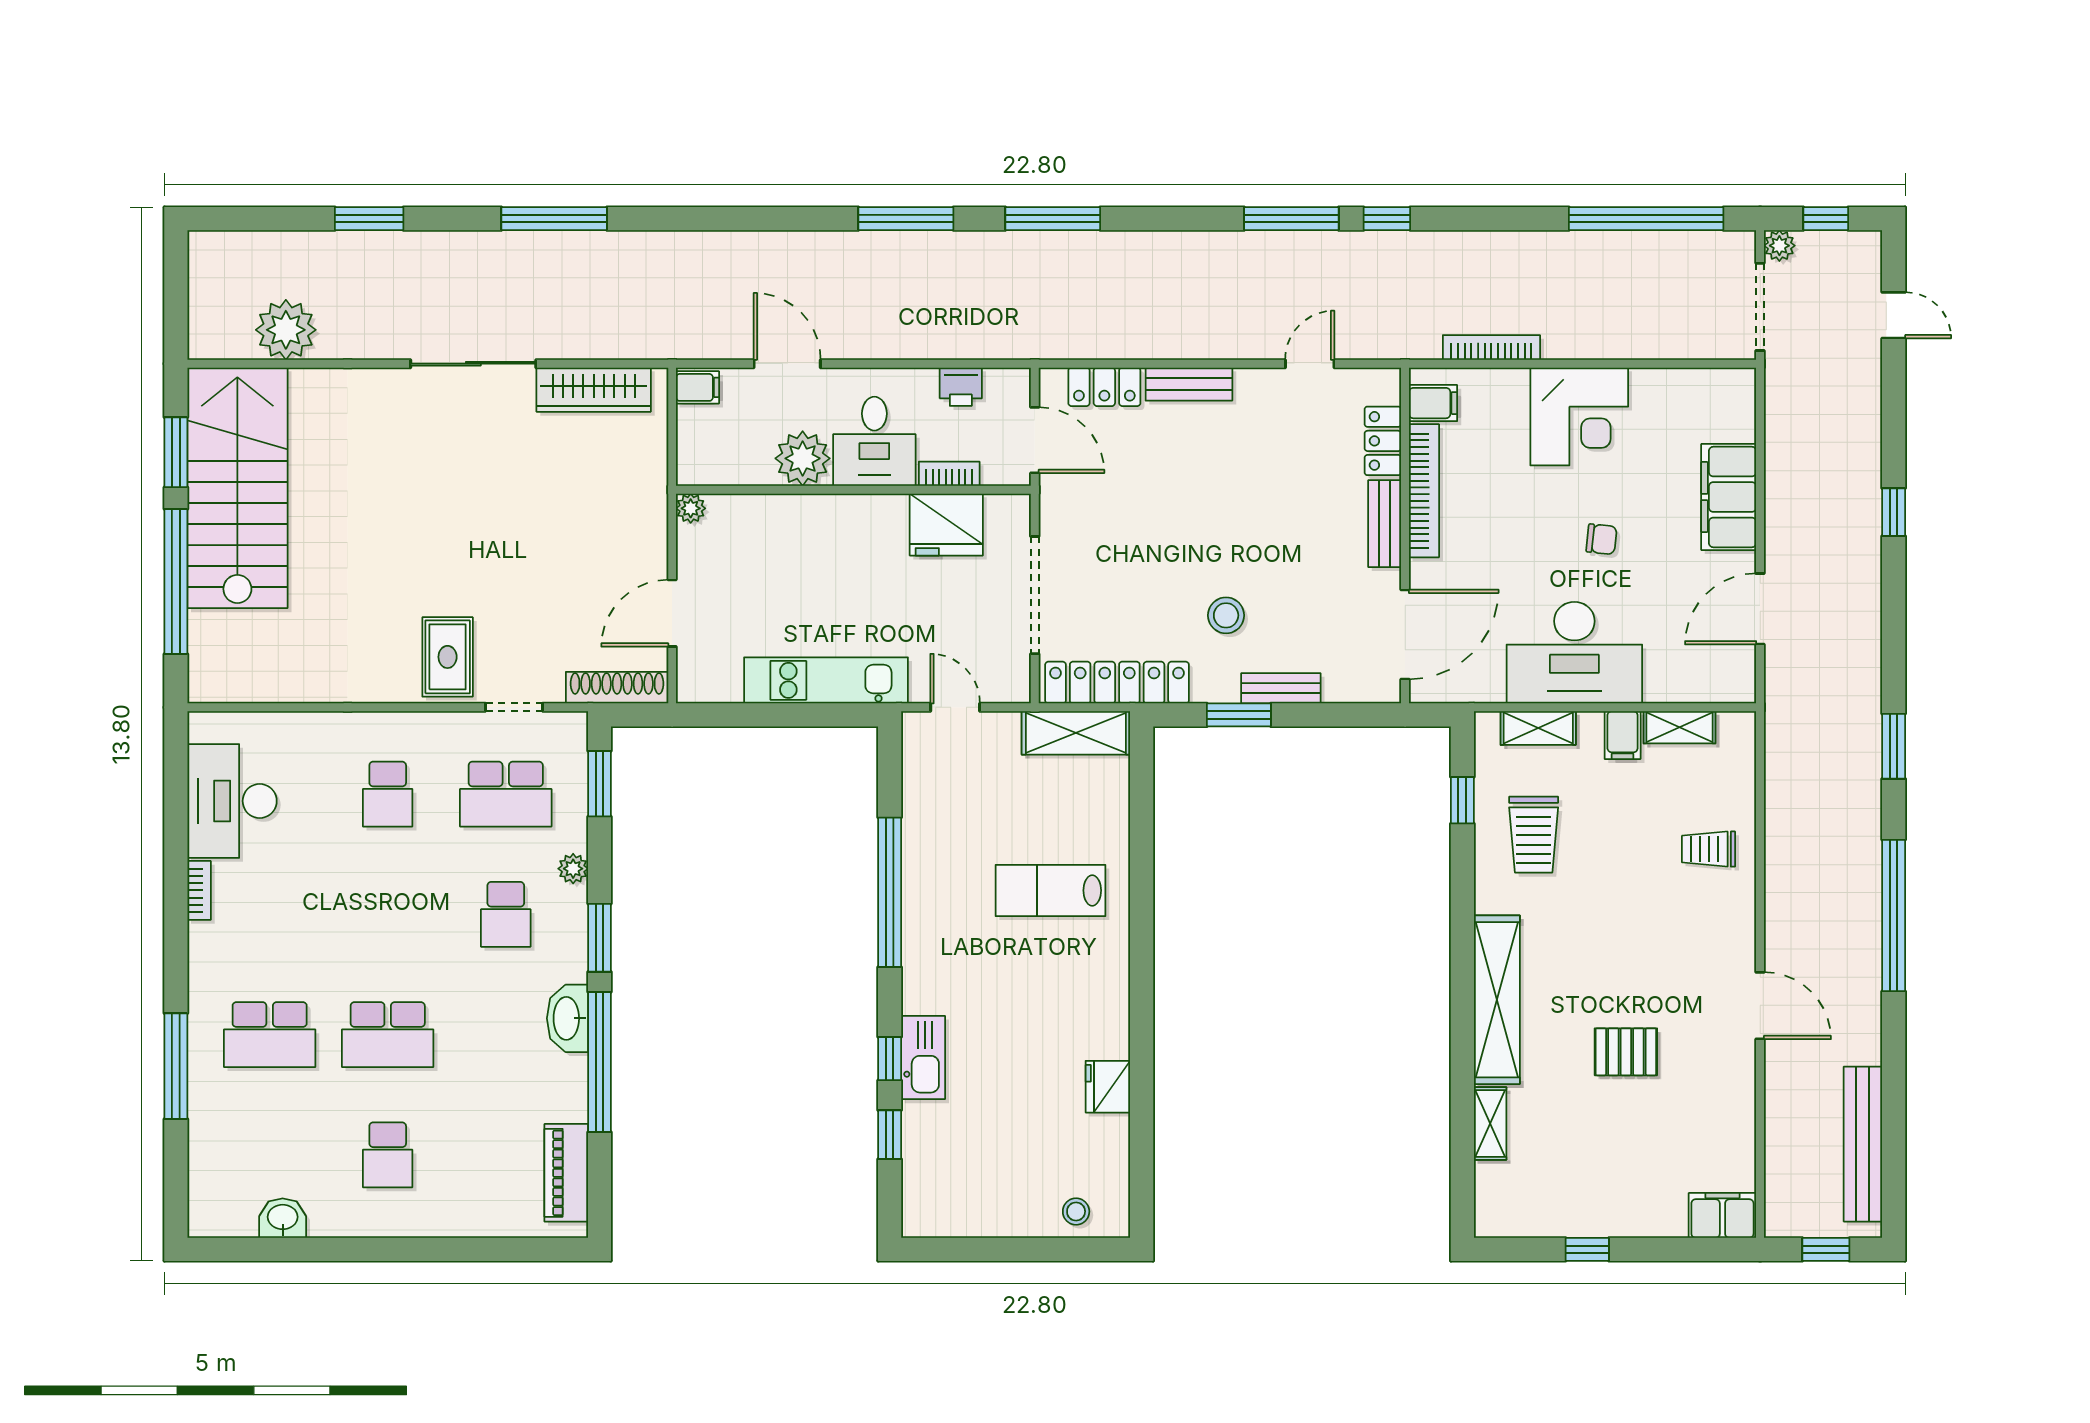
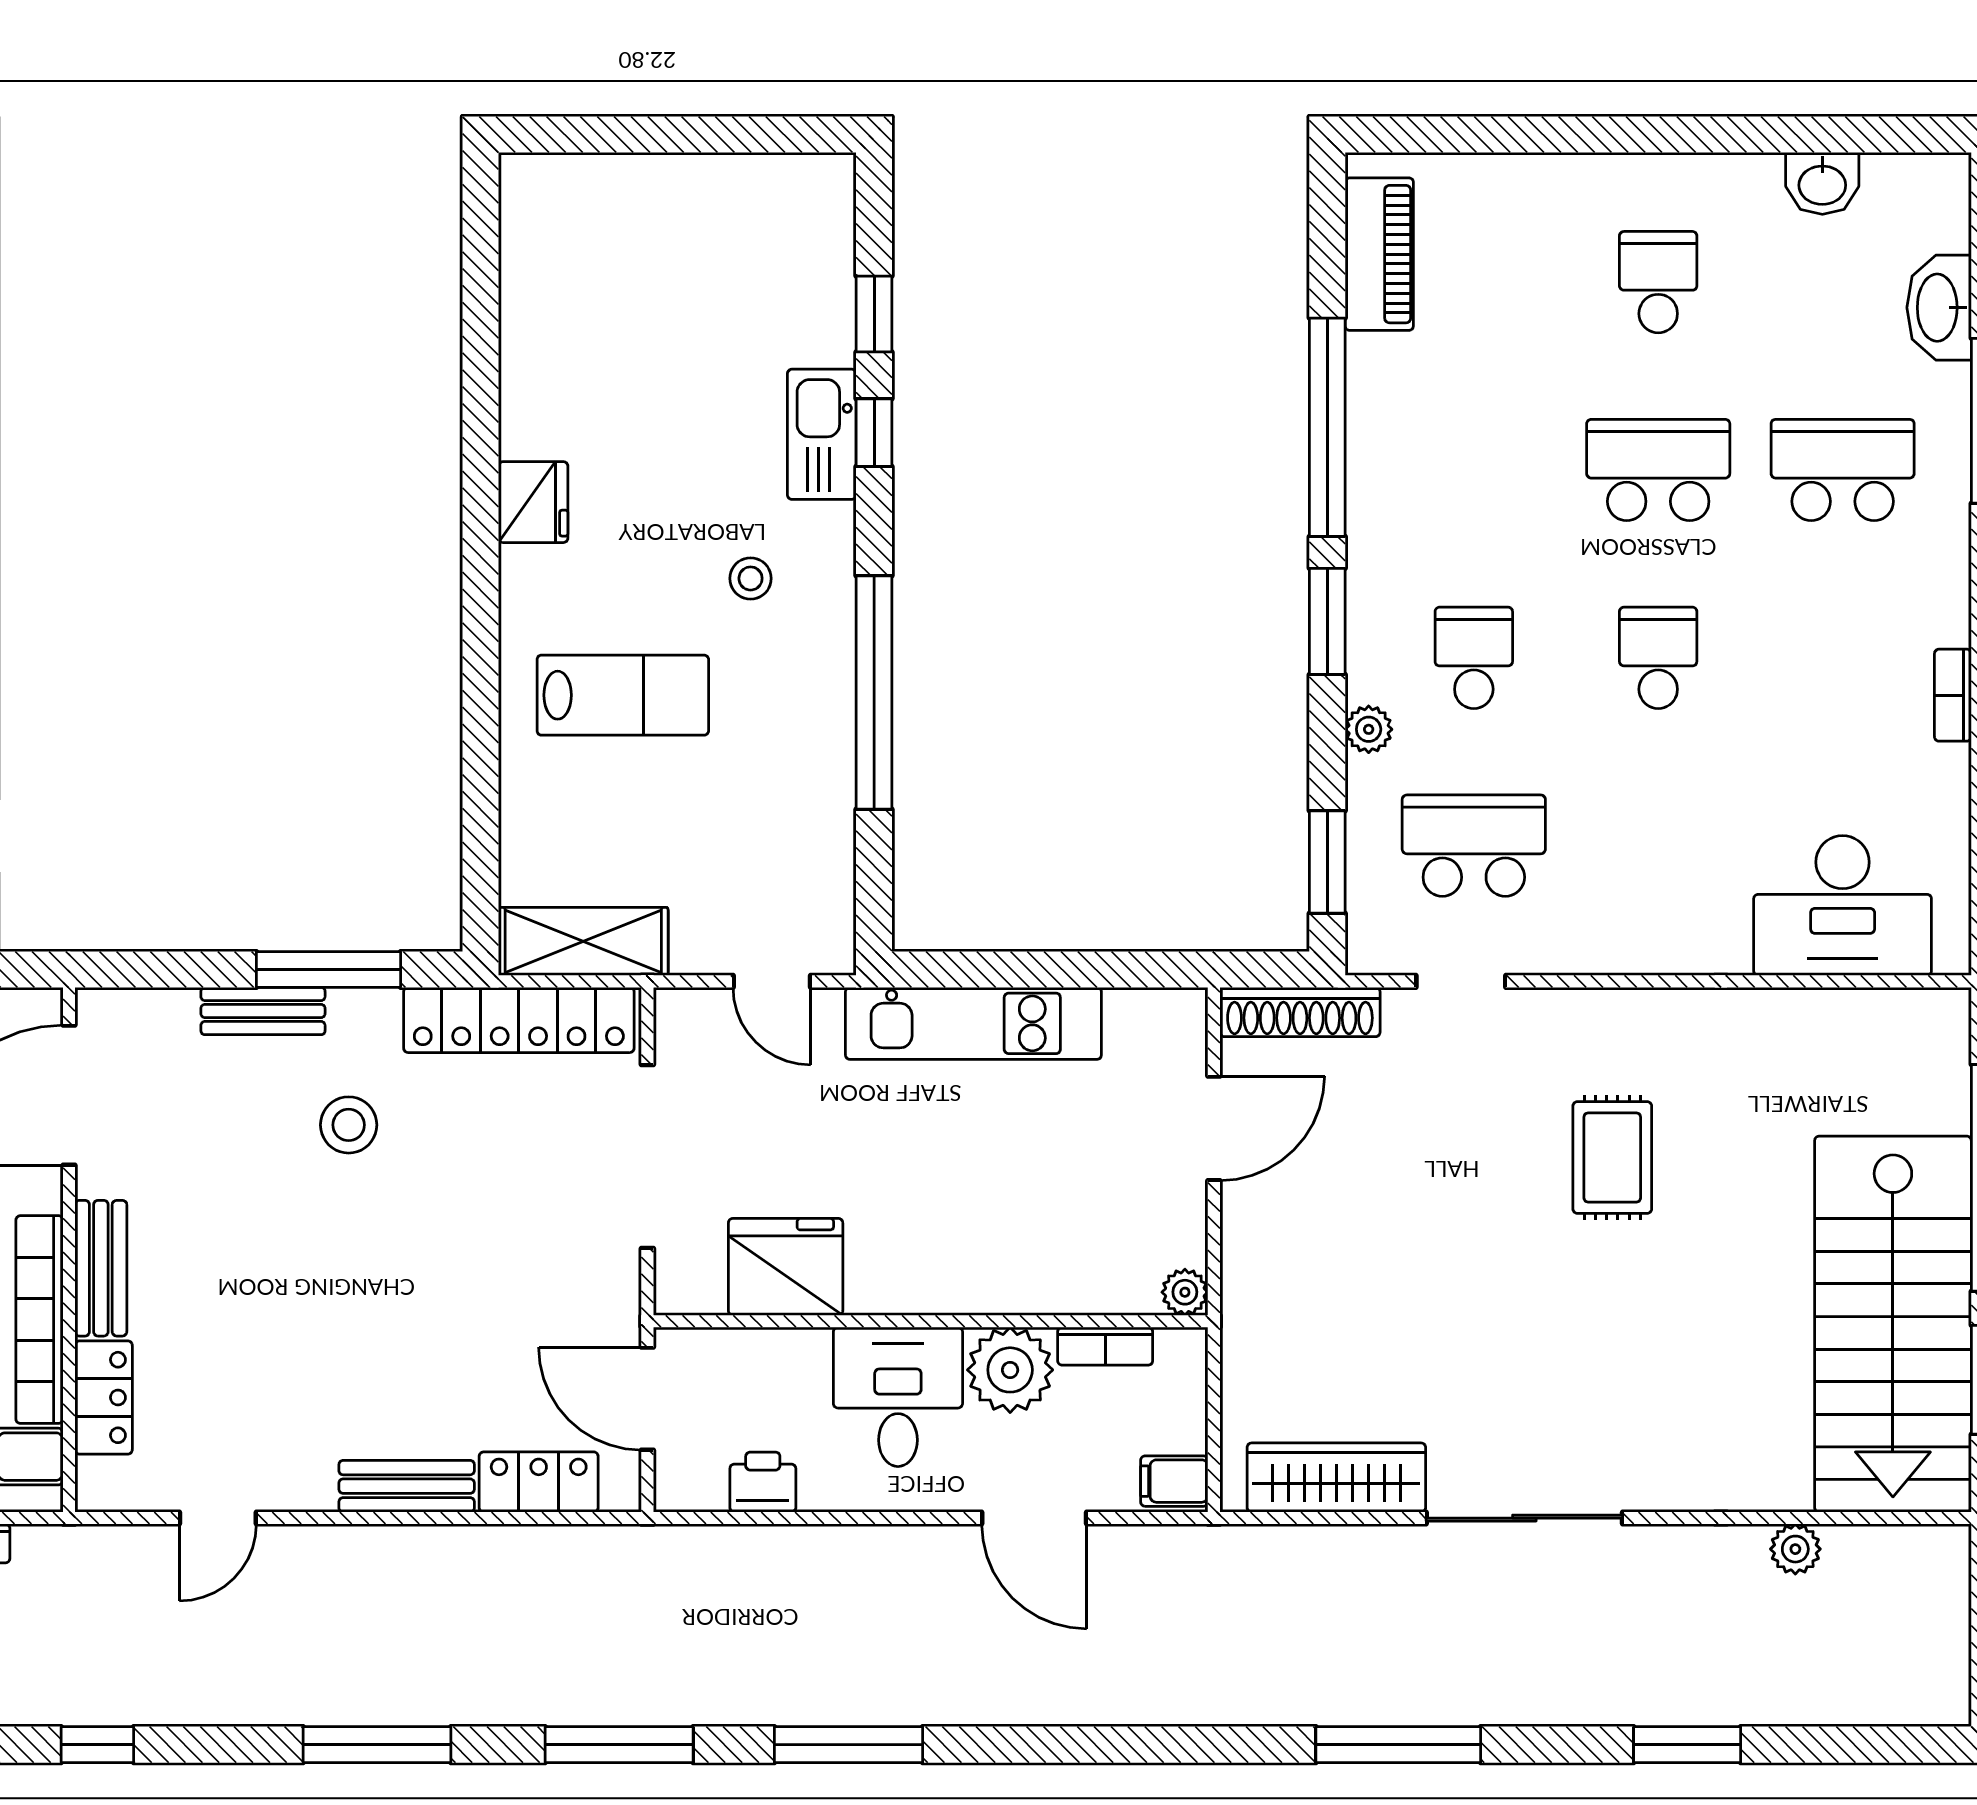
window: (1291, 219) -> (377, 1745), moved
plant: (286, 330) -> (1795, 1549), width x0.53, depth x0.53
bookcase: (949, 474) -> (1105, 1346), moved
rug: (448, 657) -> (1612, 1157), moved
window: (1239, 715) -> (328, 969), width x1.44
school desk: (388, 794) -> (1658, 658), moved
desk: (232, 801) -> (1843, 905), moved, turned 90
washbasin: (568, 1018) -> (1939, 308), moved, turned 180
fridge: (1108, 1087) -> (533, 502), moved
stool: (1076, 1211) -> (751, 578), moved

